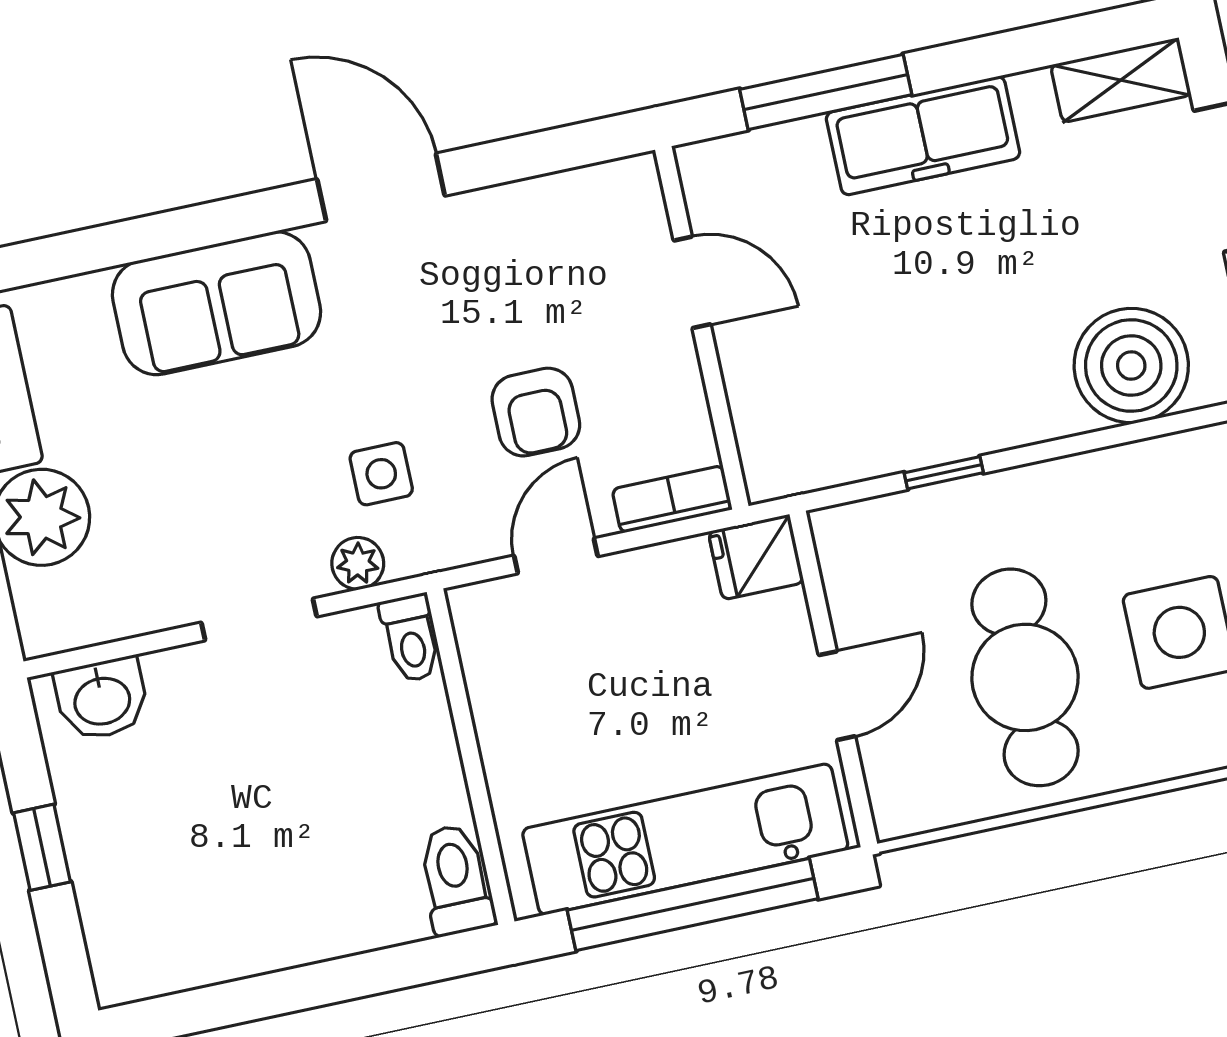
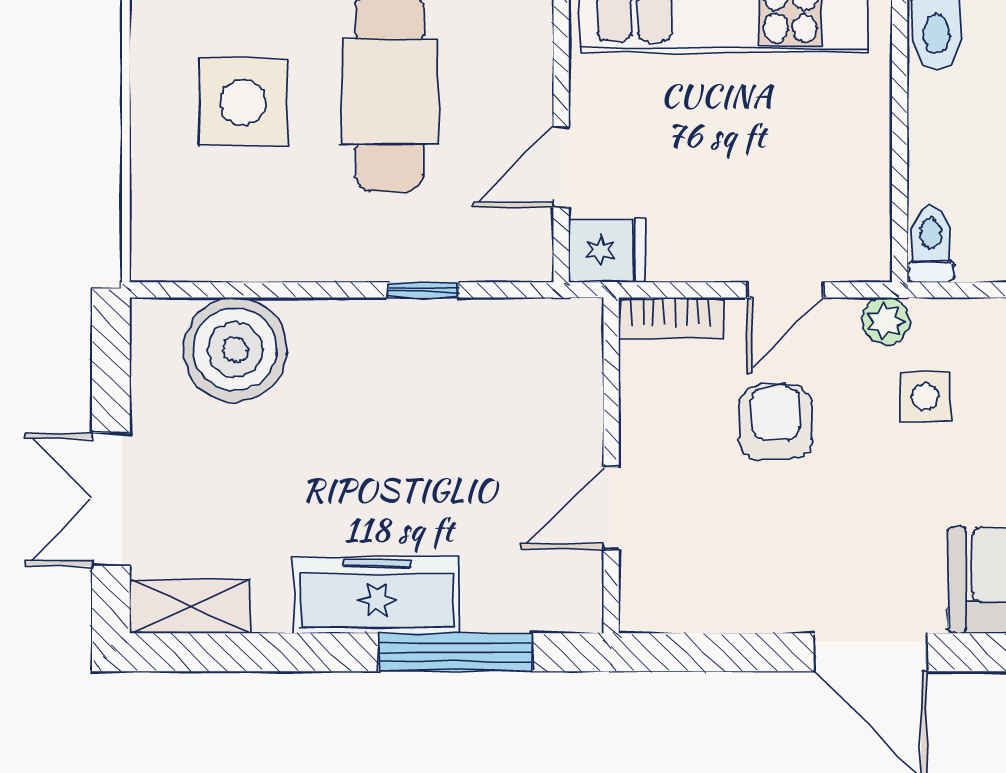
door: (692, 282) -> (611, 508), hinge flipped
plant: (358, 563) -> (886, 321), moved
door: (837, 696) -> (561, 167), moved

